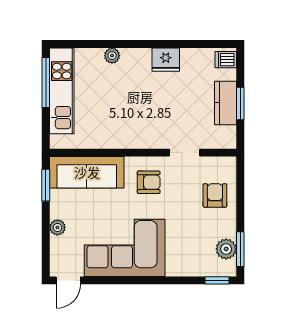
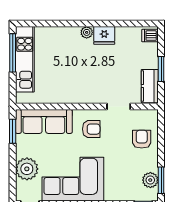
plant: (112, 56) -> (87, 32), moved
kitchen counter: (225, 103) -> (150, 86), moved
plant: (57, 227) -> (27, 169), width x1.87, depth x1.87

